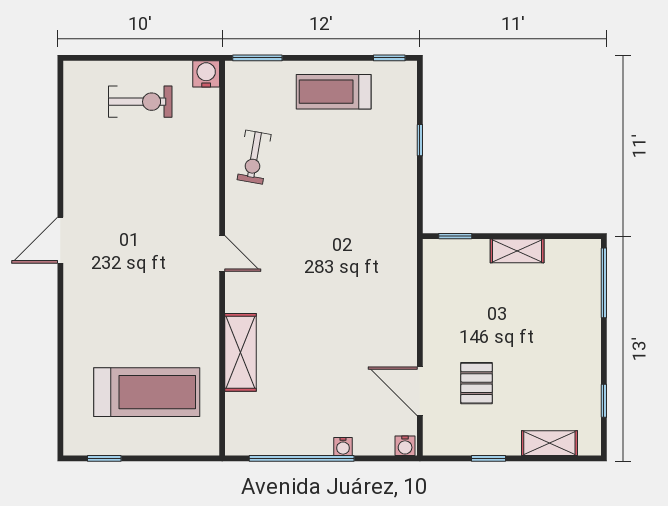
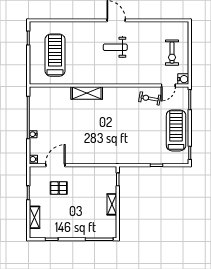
treadmill: (334, 92) -> (176, 130), width x1.37, depth x1.38
weight bench: (127, 243) -> (115, 47), added
door: (222, 253) -> (168, 86), moved
shelving: (241, 352) -> (87, 93), moved
treadmill: (147, 392) -> (55, 55), turned 180

